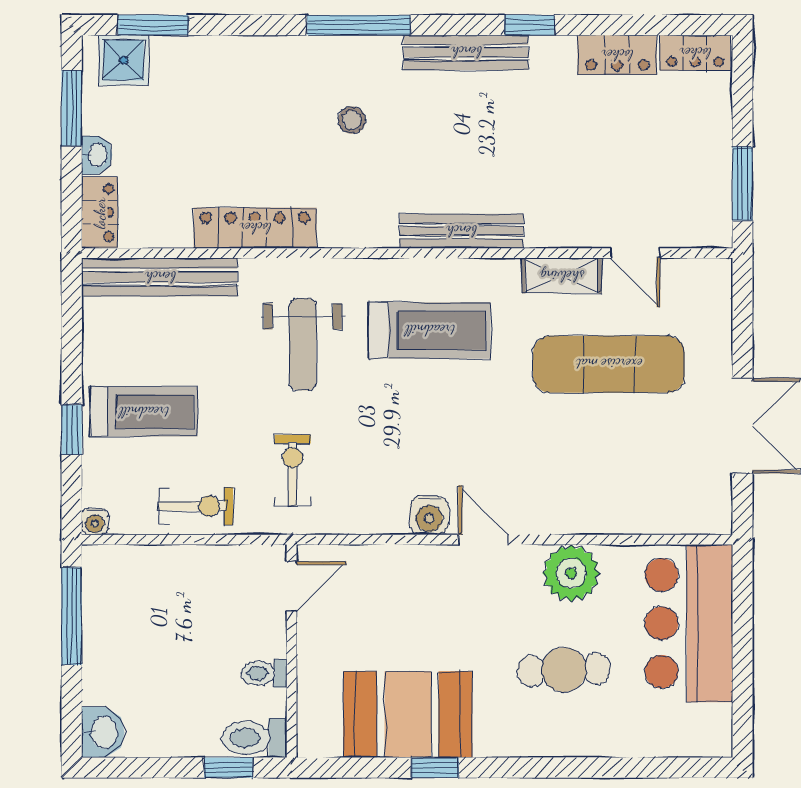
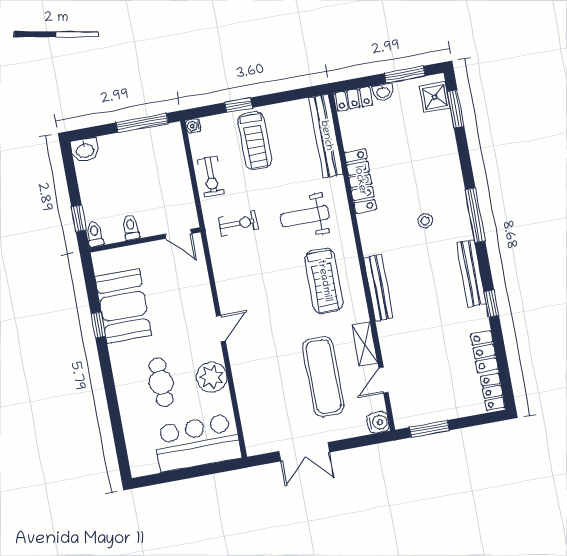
water cooler: (429, 515) -> (378, 422), moved, turned 180
toilet: (254, 738) -> (95, 234), width x0.73, depth x0.72

